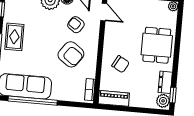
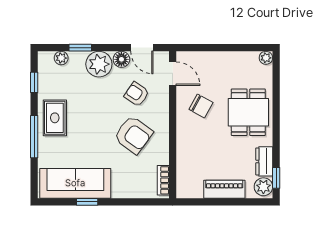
chair: (120, 64) -> (201, 106), moved
piano: (114, 98) -> (224, 189), moved
window: (33, 101) -> (87, 202), width x0.32

